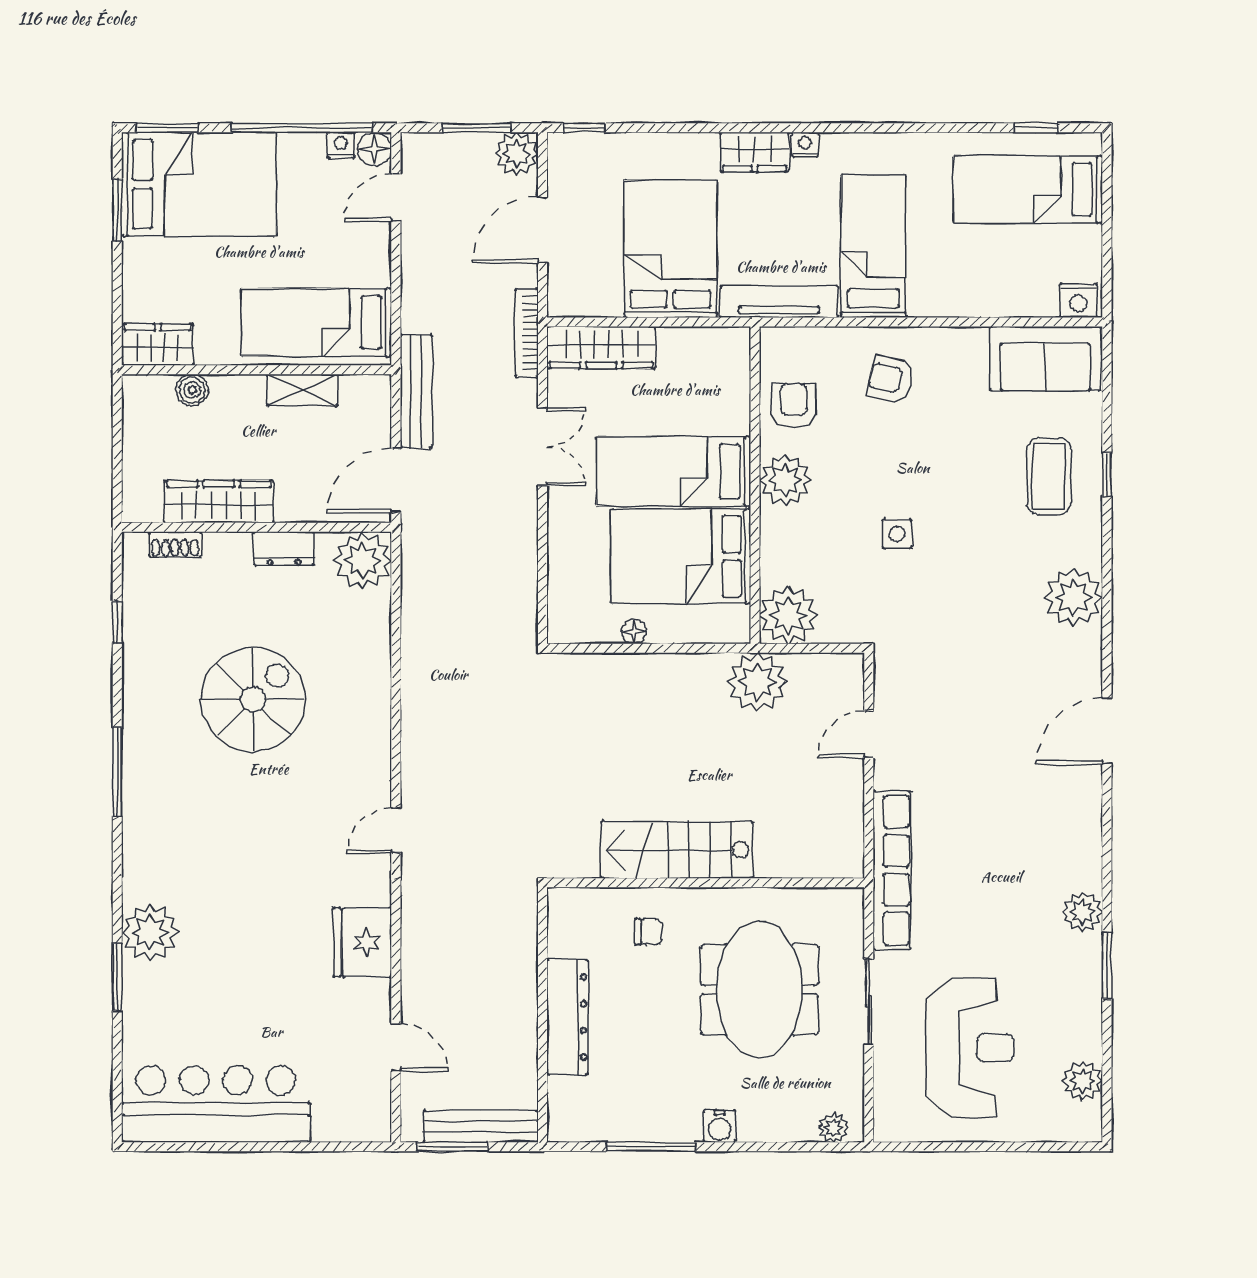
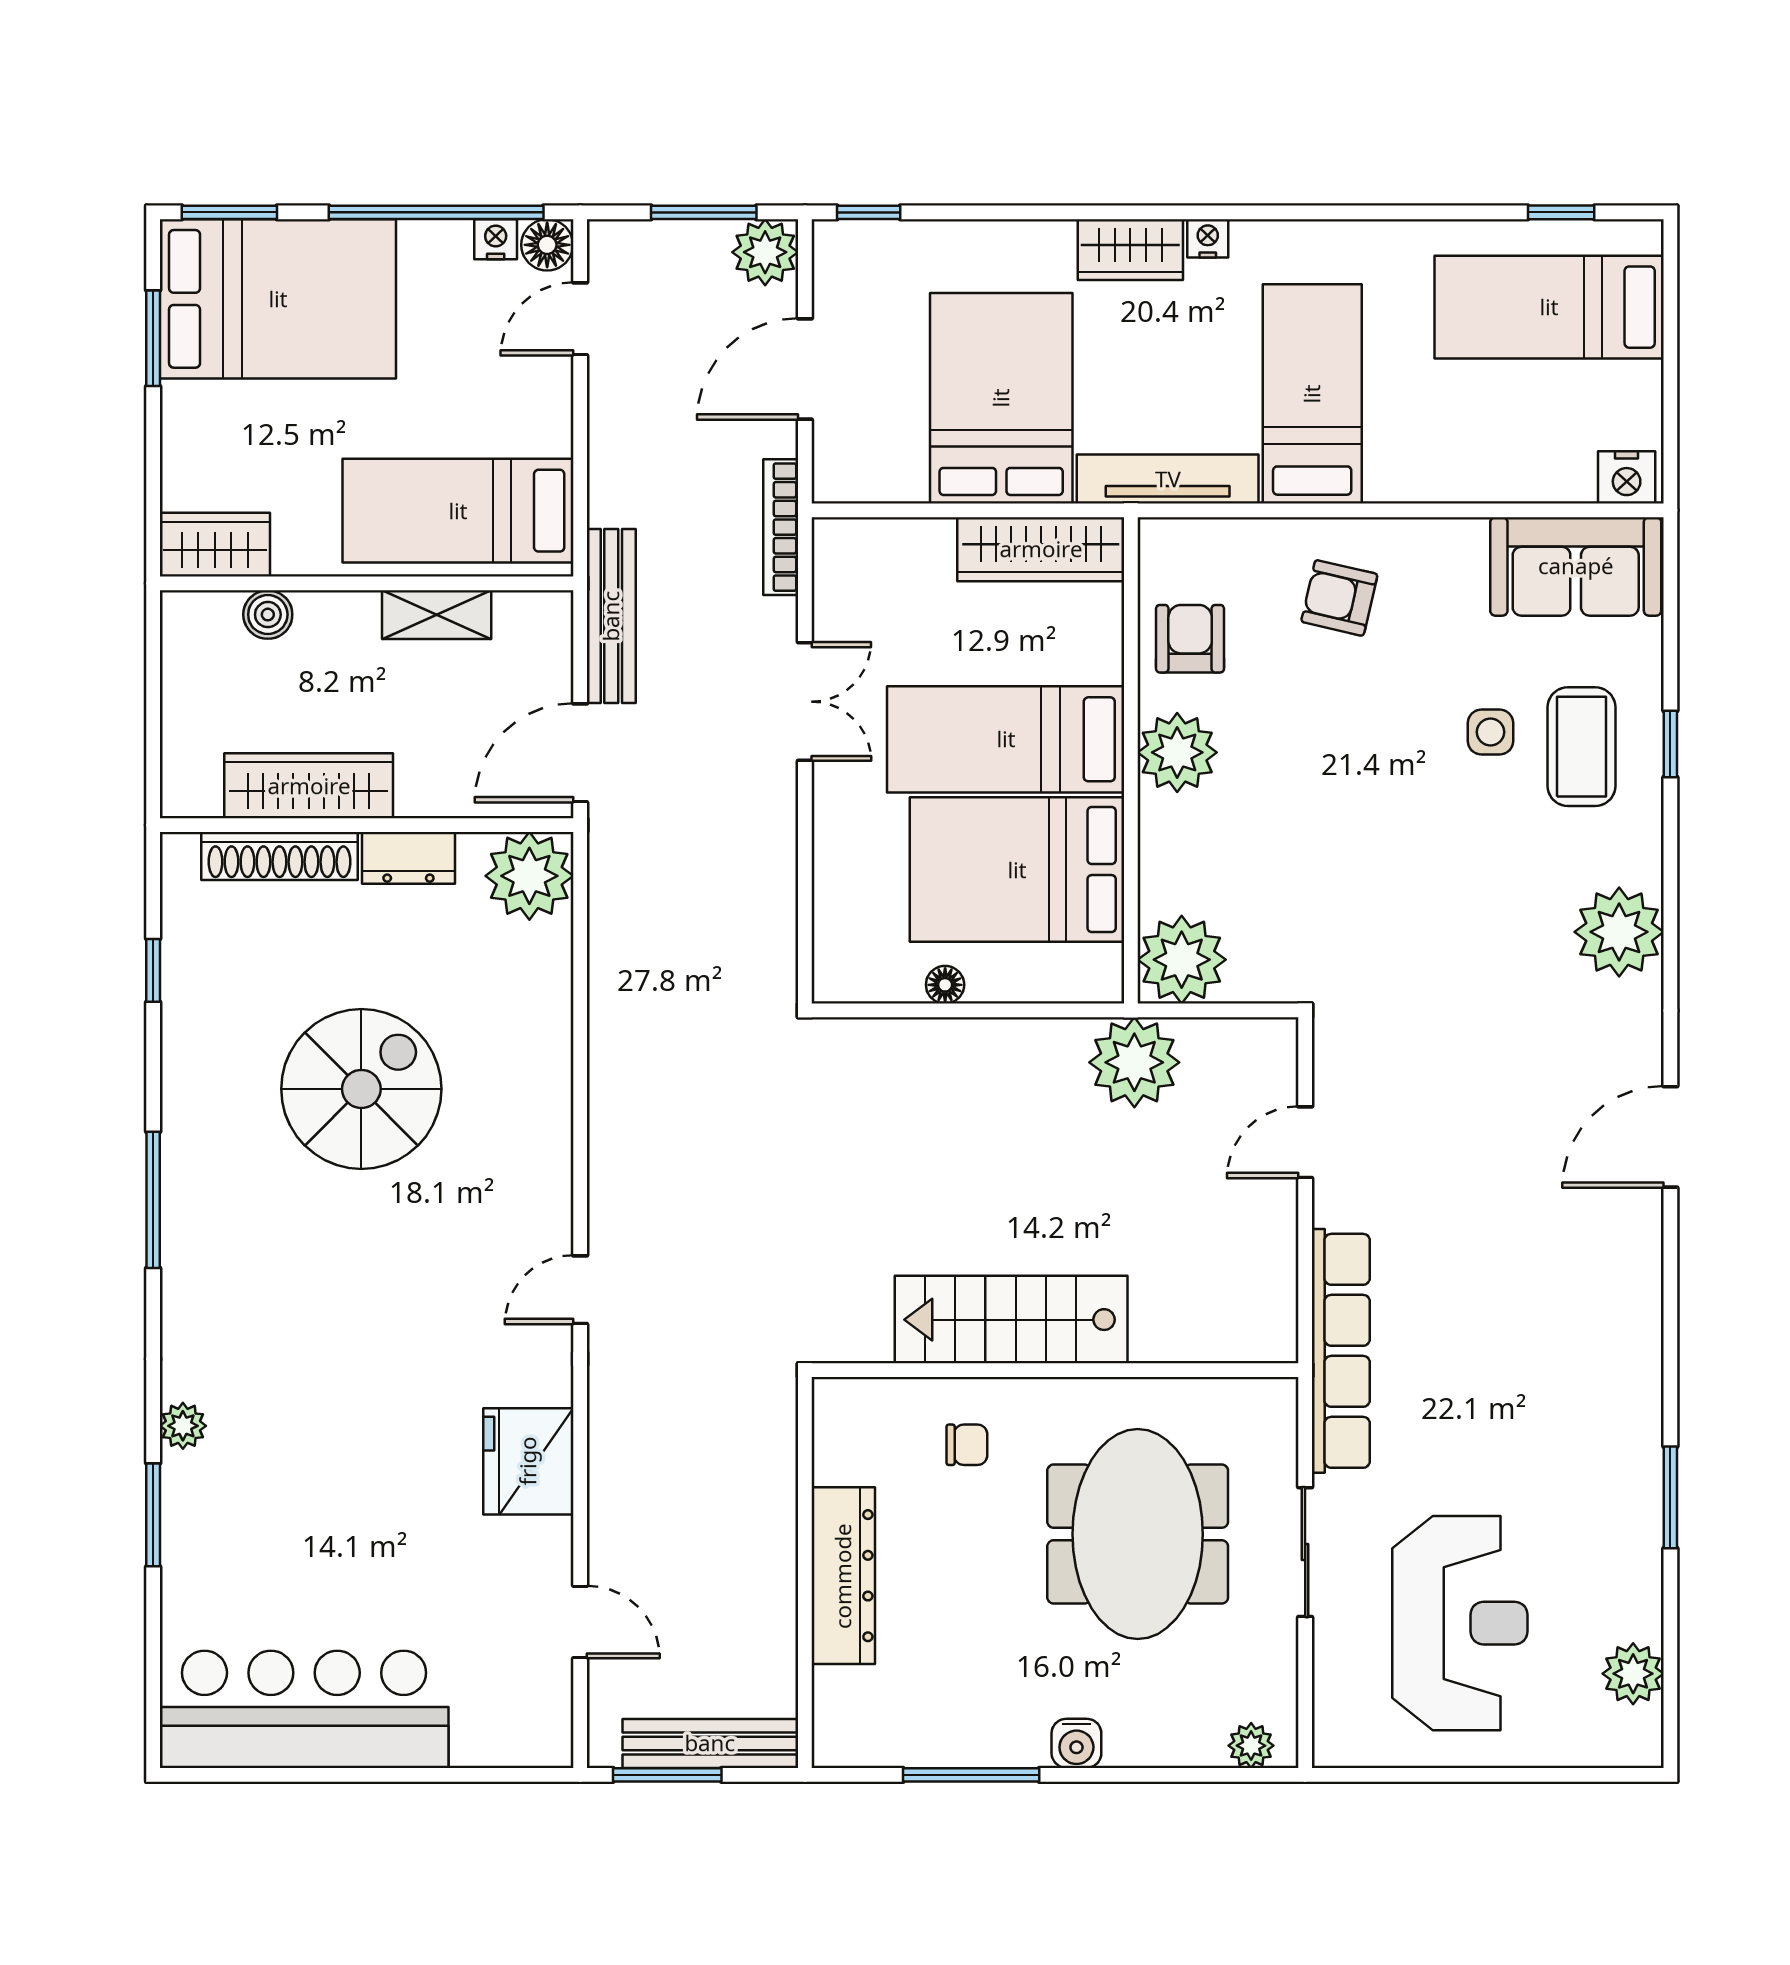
wardrobe: (601, 347) -> (1041, 549), moved
side table: (897, 534) -> (1490, 732), moved
shoe rack: (175, 544) -> (279, 856), width x1.94, depth x1.24
plant: (1083, 912) -> (1633, 1415), removed
plant: (150, 932) -> (183, 1426), width x0.53, depth x0.53

